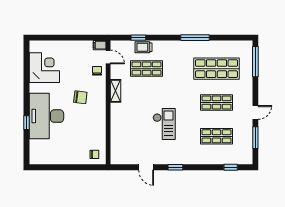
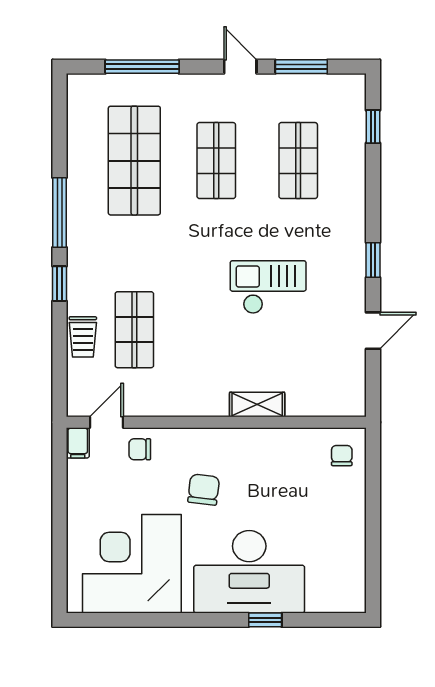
window: (138, 38) -> (60, 284), moved
window: (255, 62) -> (142, 67), moved
corner desk: (44, 68) -> (132, 564), width x1.36, depth x1.36
shelving: (116, 91) -> (257, 404), moved

